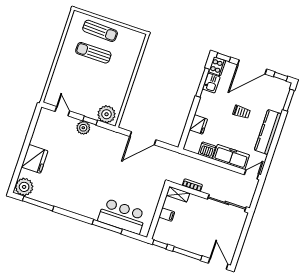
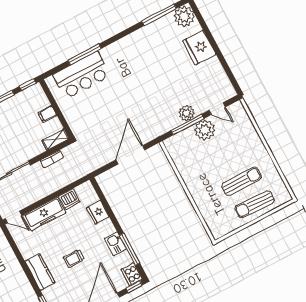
kitchen sink: (212, 83) -> (115, 244), moved
plant: (107, 114) -> (205, 130), moved
window: (90, 121) -> (187, 125), width x2.17
kitchen counter: (268, 132) -> (40, 272), width x0.67
door: (251, 174) -> (14, 217), hinge flipped

